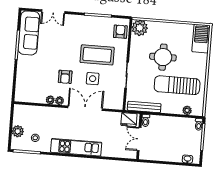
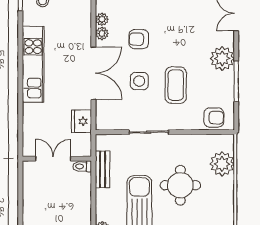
plant: (82, 23) -> (222, 59), added
plant: (140, 28) -> (222, 164), moved
coffee table: (97, 55) -> (176, 85), width x0.73, depth x0.76
bench: (144, 107) -> (102, 169), width x0.73
fridge: (129, 120) -> (82, 121), moved

